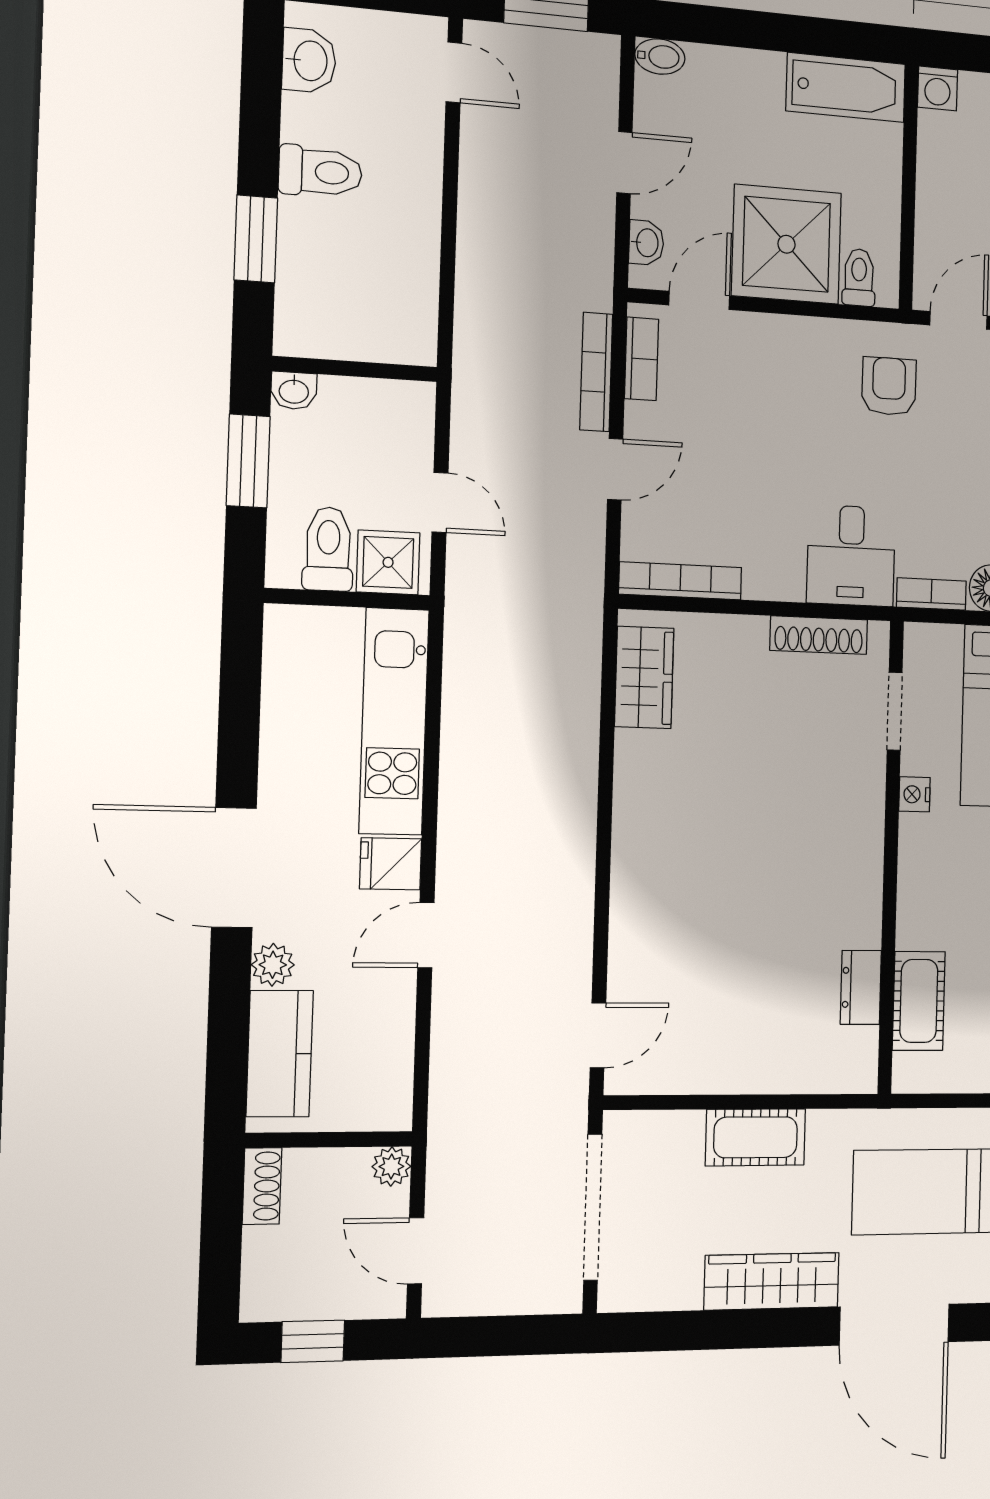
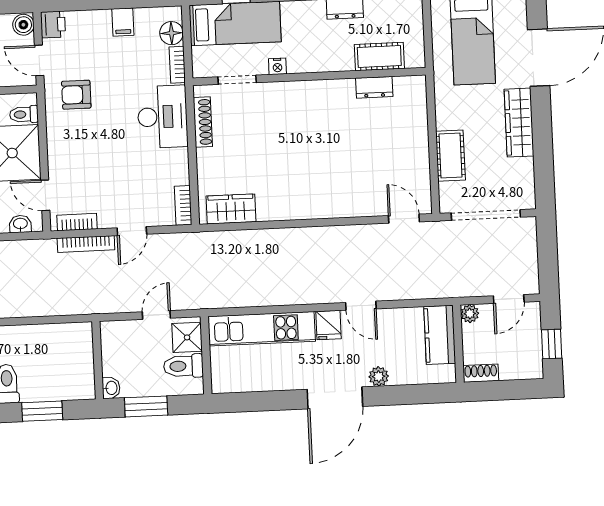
door: (615, 469) -> (132, 231), swing flipped
desk: (851, 556) -> (163, 117), width x1.37
bookcase: (680, 581) -> (183, 205), width x0.64
kitchen counter: (280, 1054) -> (440, 335), moved, turned -90
cot: (755, 1137) -> (450, 156), moved

